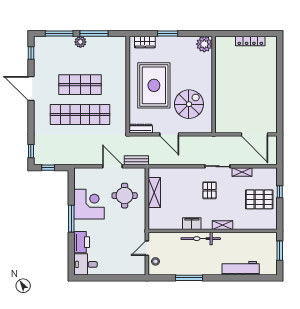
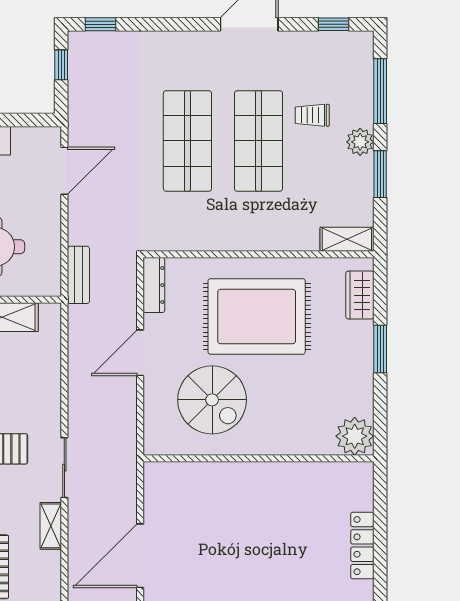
window: (94, 33) -> (380, 174), width x0.69
shelving: (121, 47) -> (347, 239), added
trolley: (69, 62) -> (312, 115), added
shop shelf: (80, 115) -> (187, 141), width x0.71
door: (112, 166) -> (64, 171), moved

